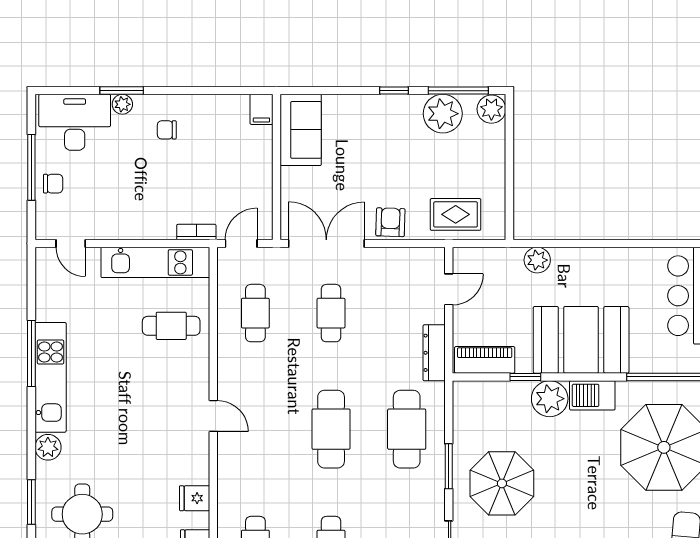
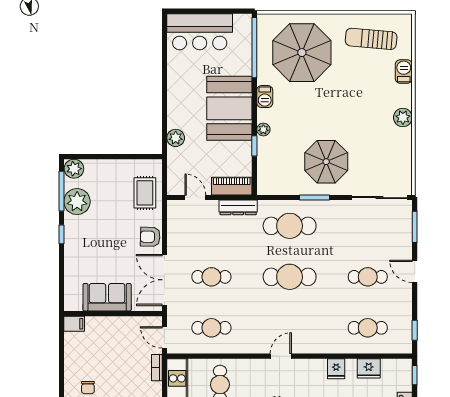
sofa: (301, 130) -> (107, 297), moved
piano: (485, 360) -> (232, 186), moved, turned 90
barbecue: (592, 395) -> (265, 97), width x0.73, depth x0.79
plant: (550, 399) -> (263, 130), width x0.53, depth x0.53

